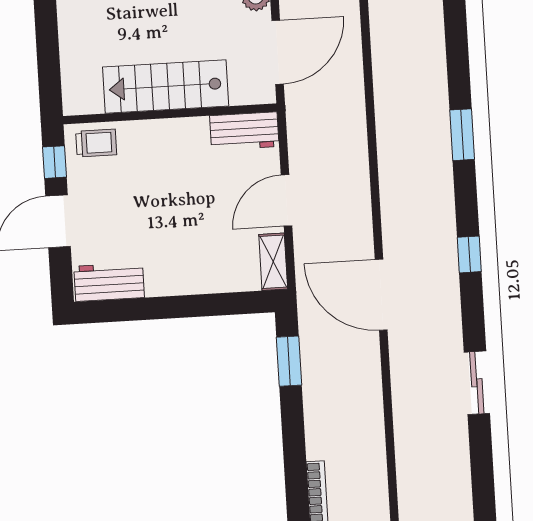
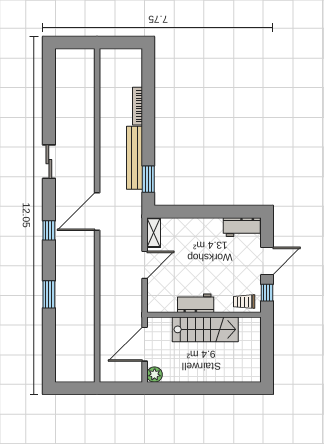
workbench: (244, 131) -> (196, 303), moved
door: (381, 295) -> (97, 212), swing flipped
bench: (317, 400) -> (134, 158), added

